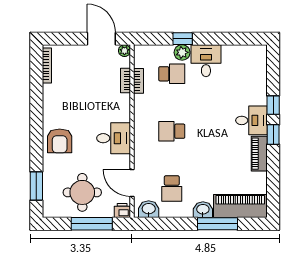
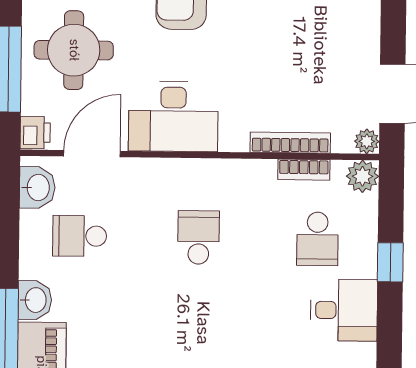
plant: (182, 52) -> (362, 176), moved
bookcase: (126, 81) -> (290, 143), width x1.56
desk: (114, 138) -> (173, 116), width x1.37

